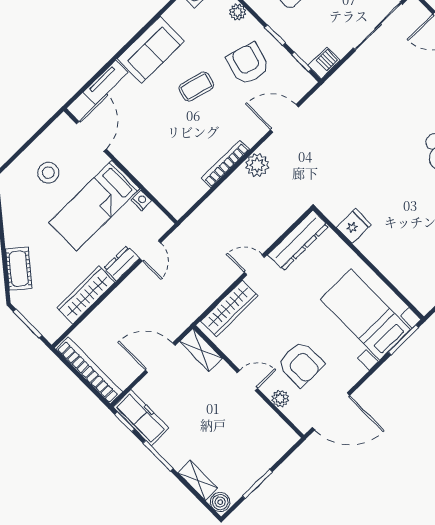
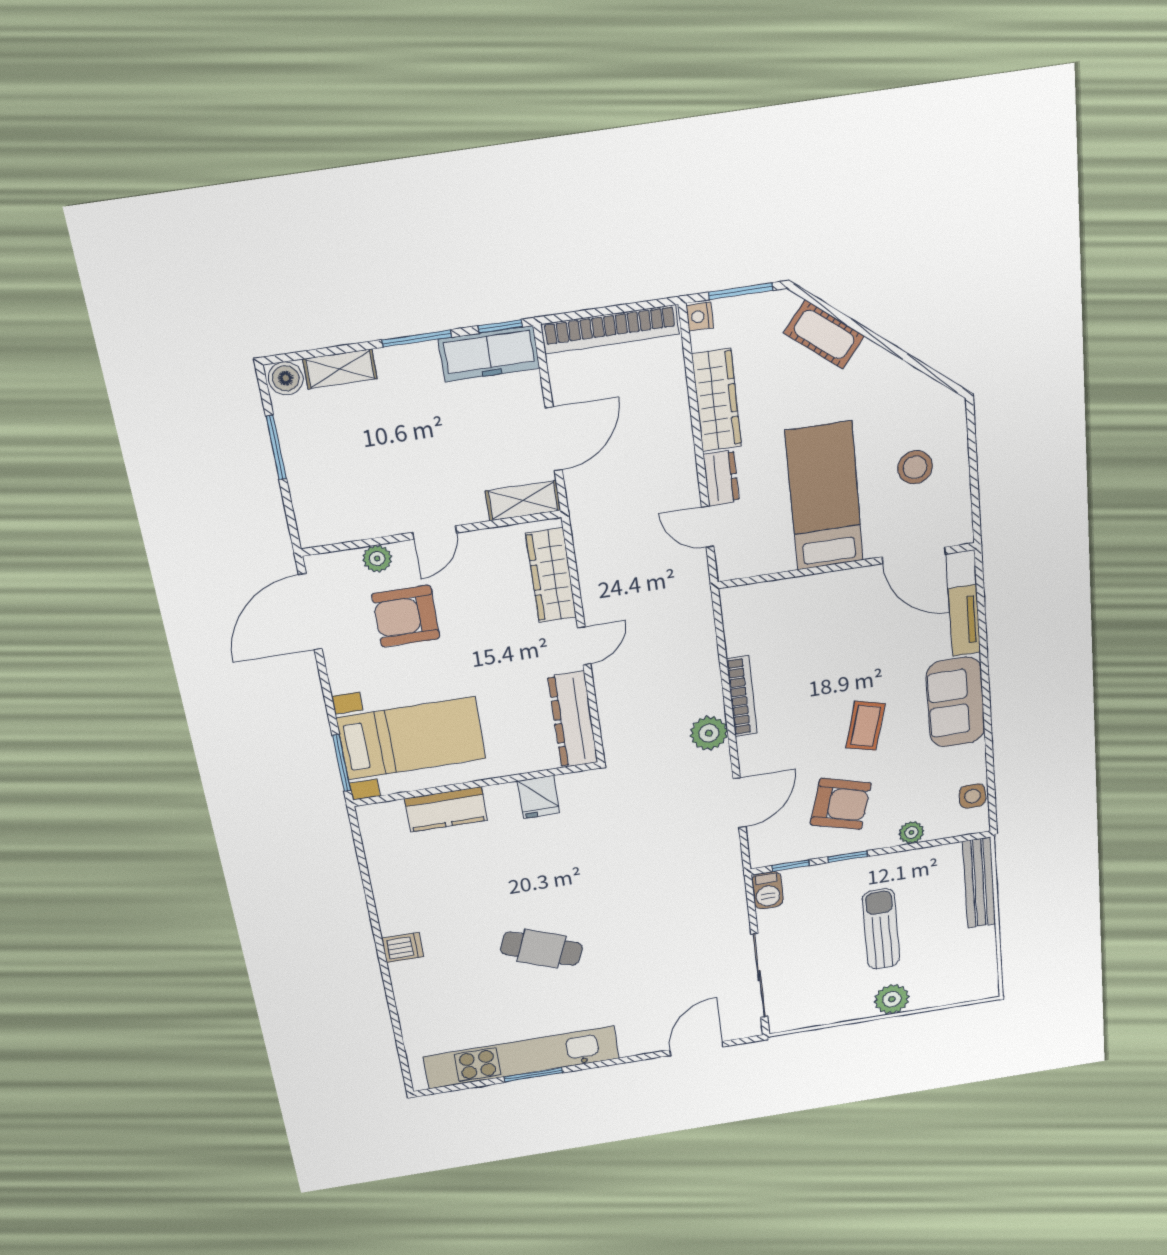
nightstand: (141, 200) -> (700, 316), moved, turned 90
kitchen counter: (394, 269) -> (446, 809), added

